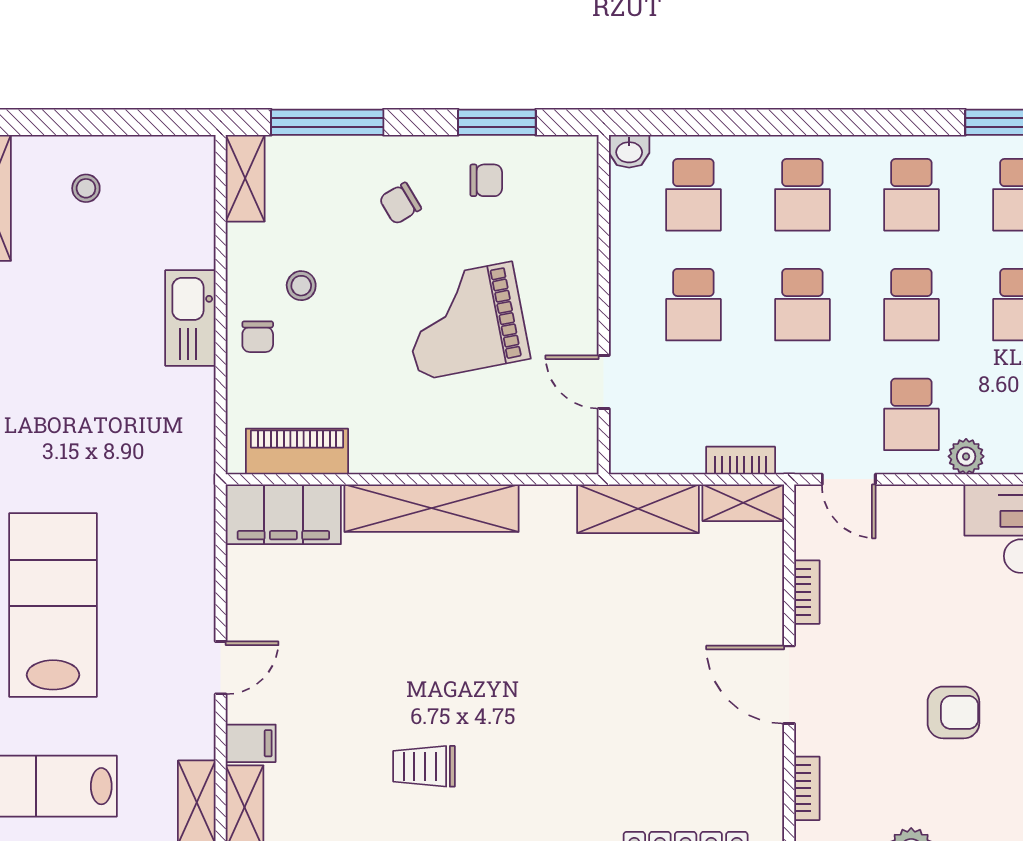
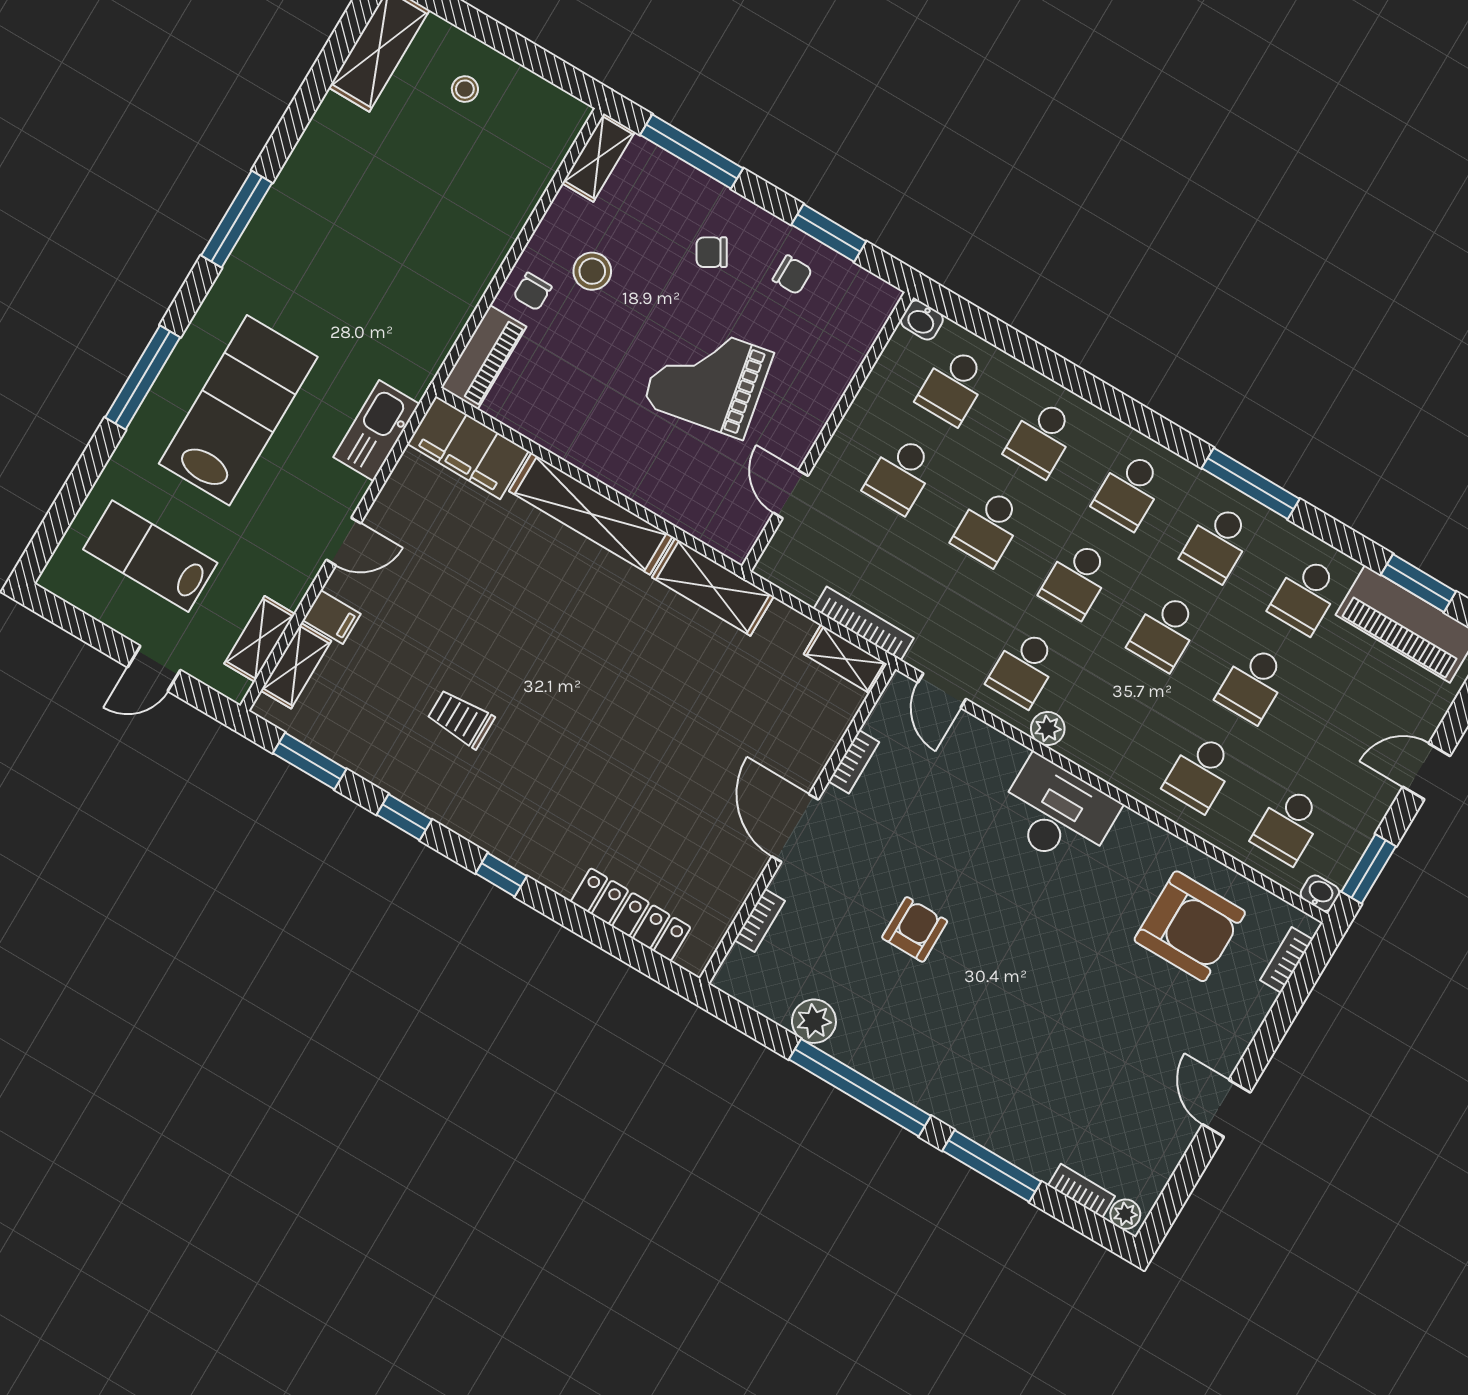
stool: (301, 286) -> (592, 271), width x1.37, depth x1.37
kitchen sink: (190, 318) -> (376, 431), moved
piano: (297, 451) -> (484, 357), moved, turned 90
bookcase: (741, 460) -> (864, 624), width x1.56
shelving: (638, 509) -> (713, 587), moved
armchair: (953, 712) -> (915, 929), turned -90

